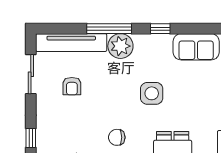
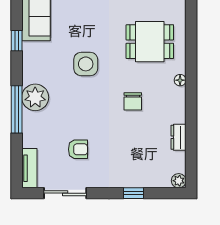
window: (160, 29) -> (17, 41), moved
tv unit: (71, 43) -> (29, 168), width x0.52, depth x0.78

